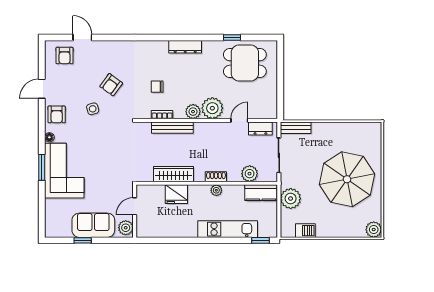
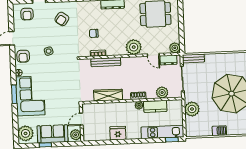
armchair: (111, 85) -> (62, 19), moved
plant: (193, 112) -> (175, 48), moved
door: (239, 120) -> (153, 55), swing flipped
kitchen counter: (261, 193) -> (155, 106), moved
fridge: (176, 194) -> (118, 133), moved, turned 180
plant: (55, 223) -> (26, 133), added
kitchen unit: (228, 229) -> (162, 132), moved
barbecue: (305, 231) -> (219, 131), moved

